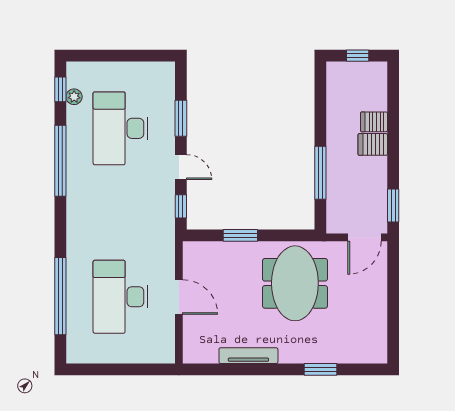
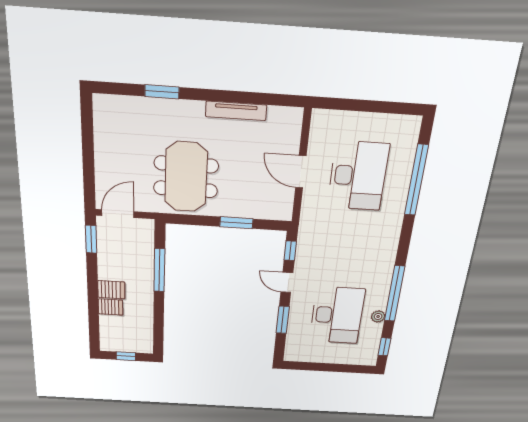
plant: (74, 97) -> (378, 316), moved

